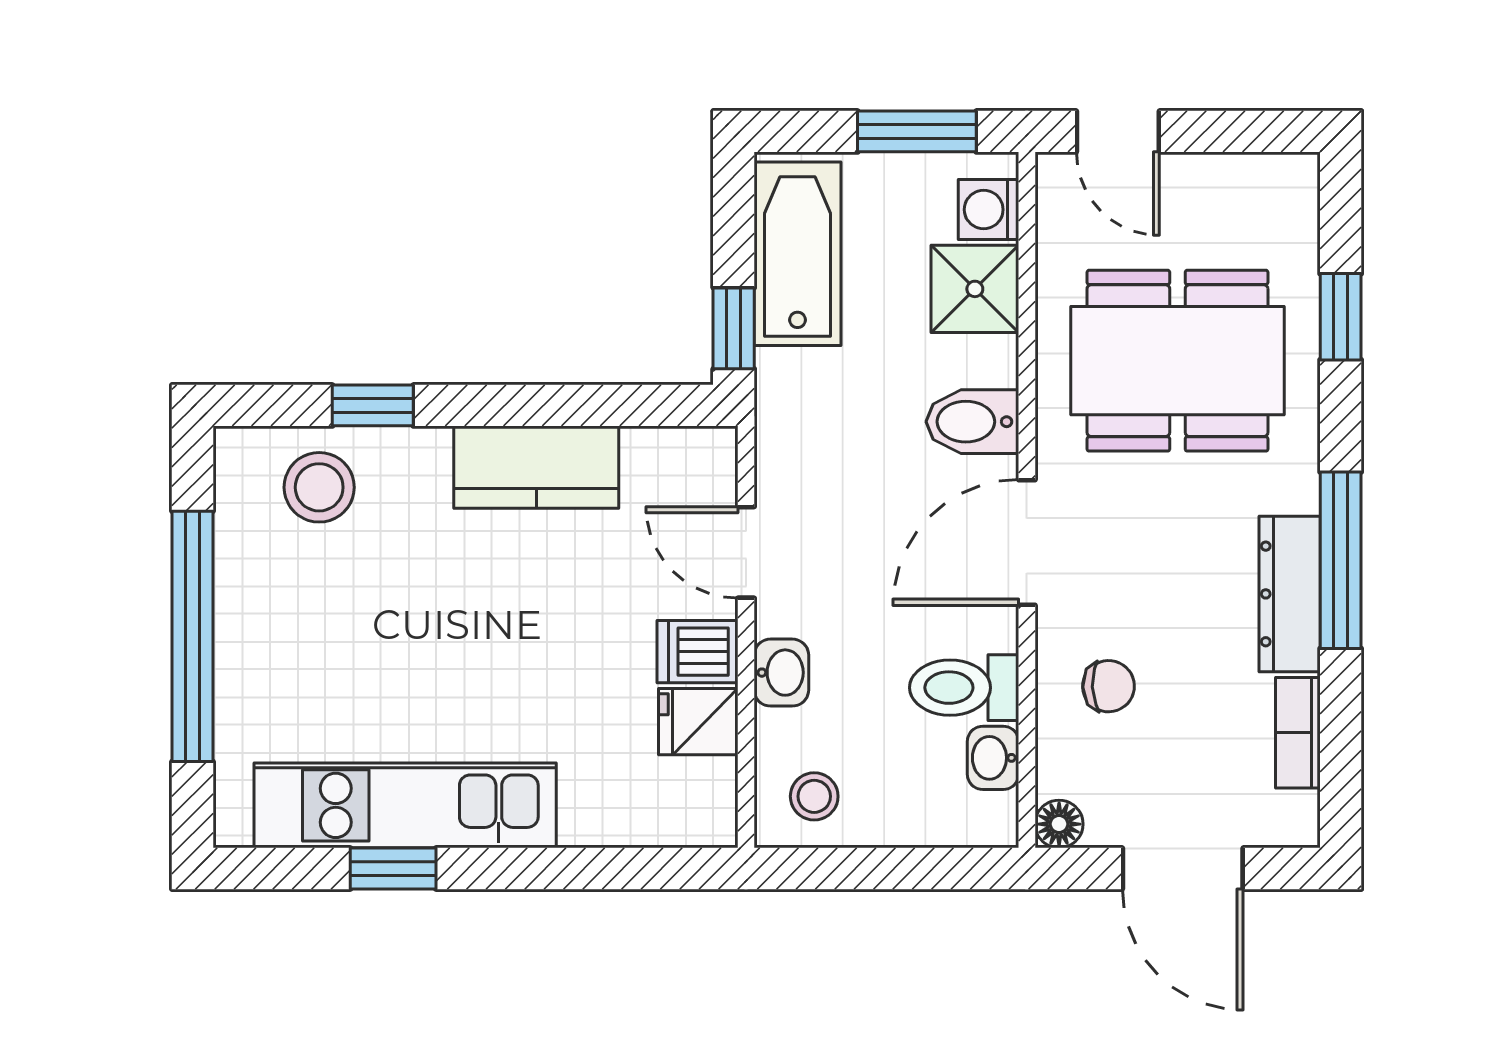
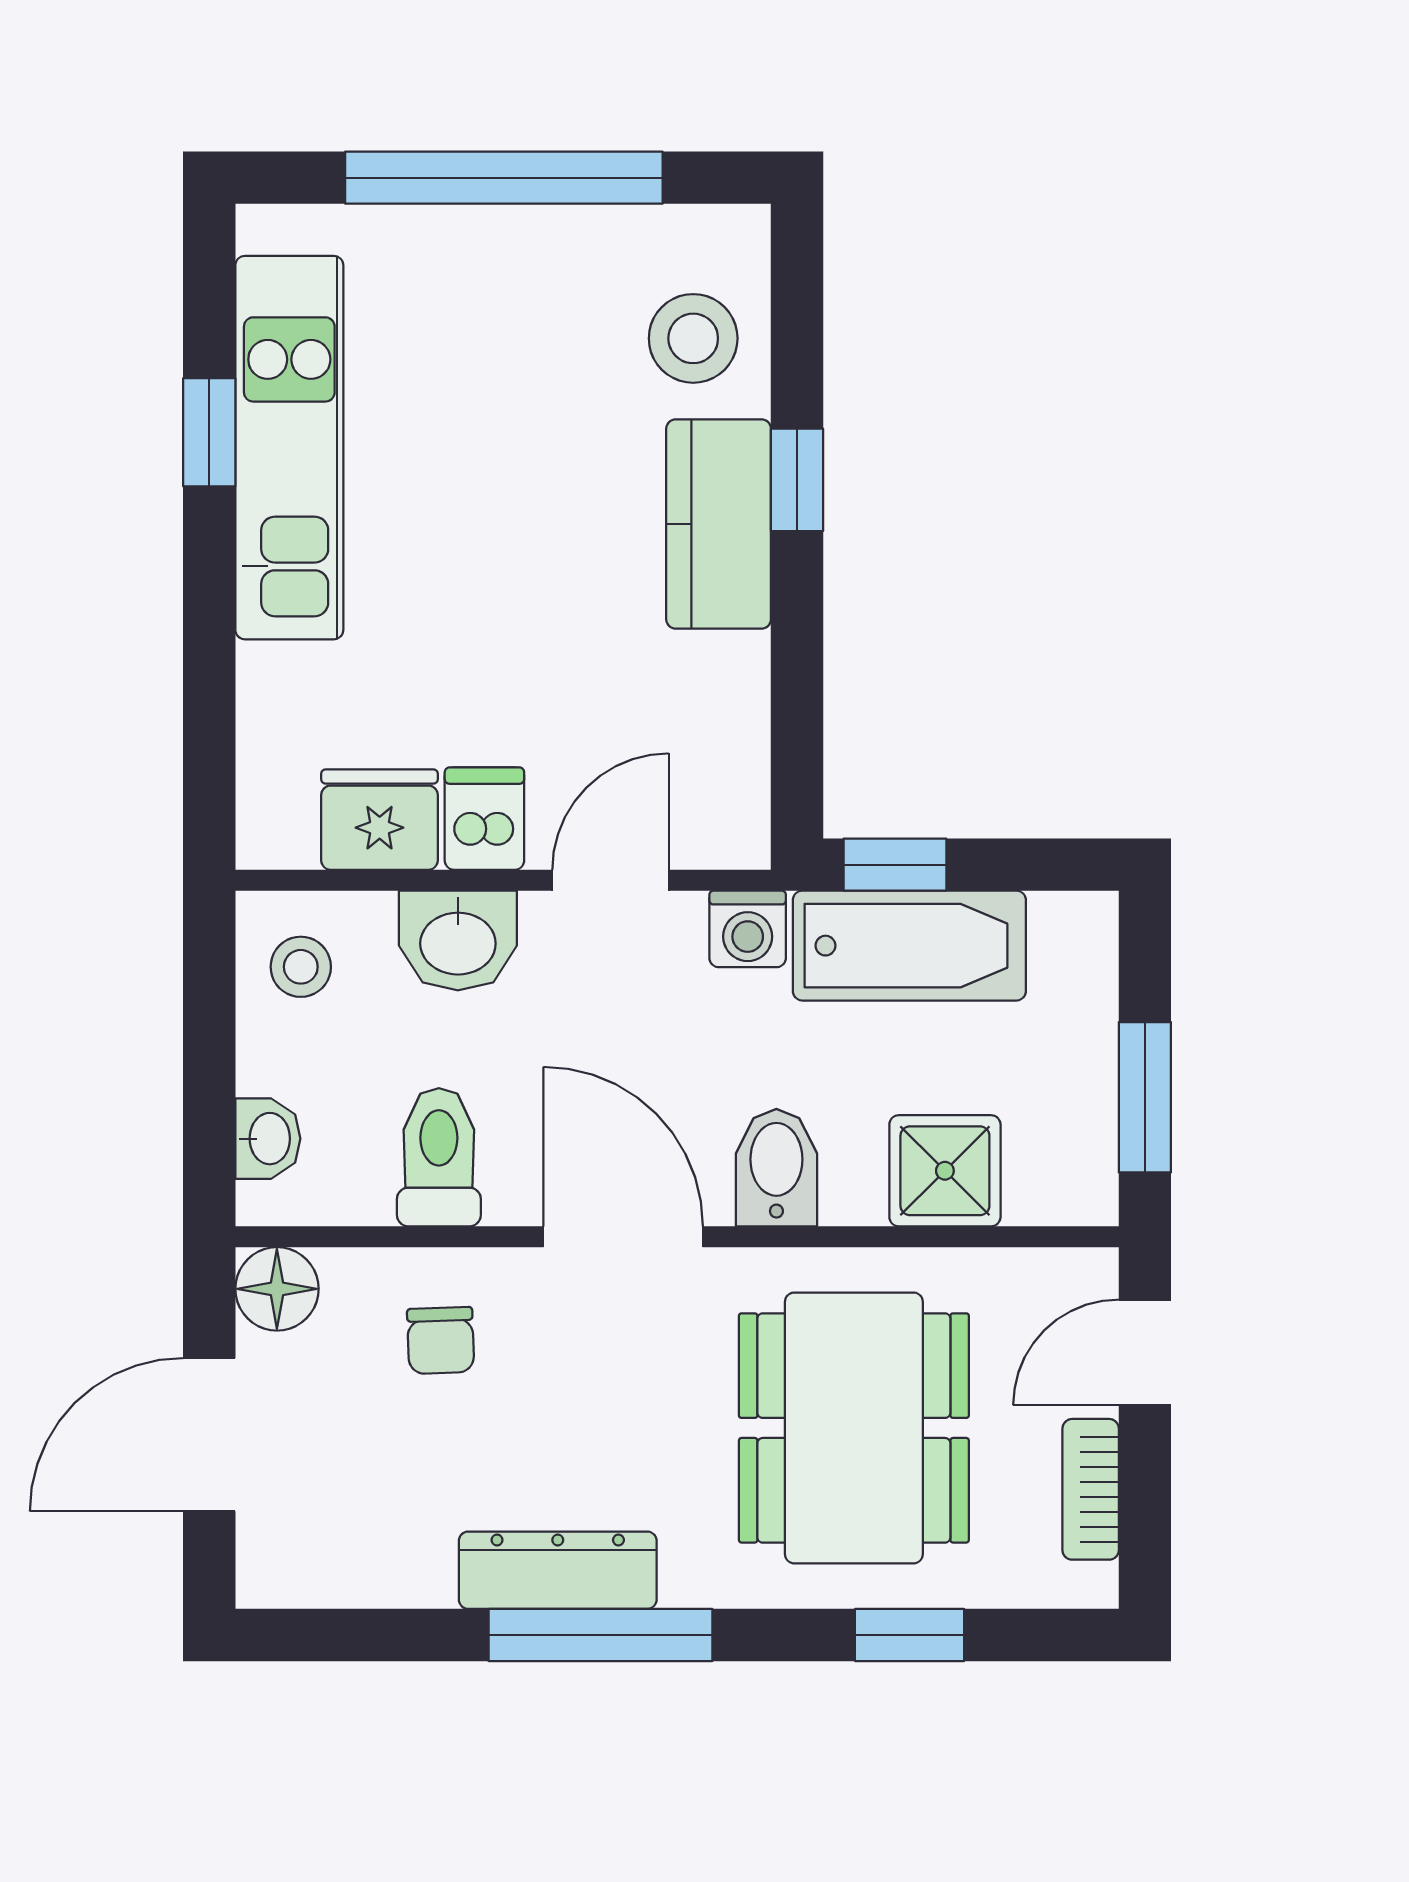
washing machine: (988, 210) -> (748, 929), moved, turned 180
bathtub: (797, 254) -> (909, 946), moved
window: (373, 405) -> (797, 480), moved
kitchen counter: (536, 467) -> (719, 524), moved
washbasin: (781, 673) -> (458, 941), width x1.38, depth x1.45
fridge: (698, 722) -> (380, 820), width x1.38
bookcase: (1298, 733) -> (1091, 1489), moved, turned -90
washbasin: (993, 758) -> (268, 1139), moved, turned 90
floor lamp: (1059, 824) -> (277, 1289), width x1.37, depth x1.37

